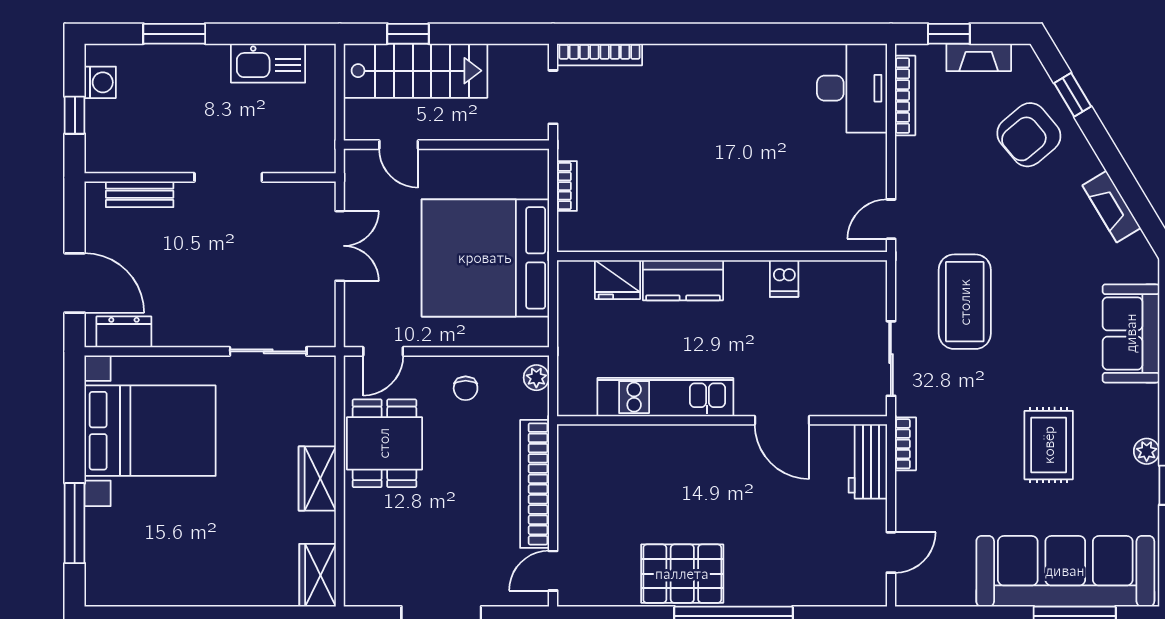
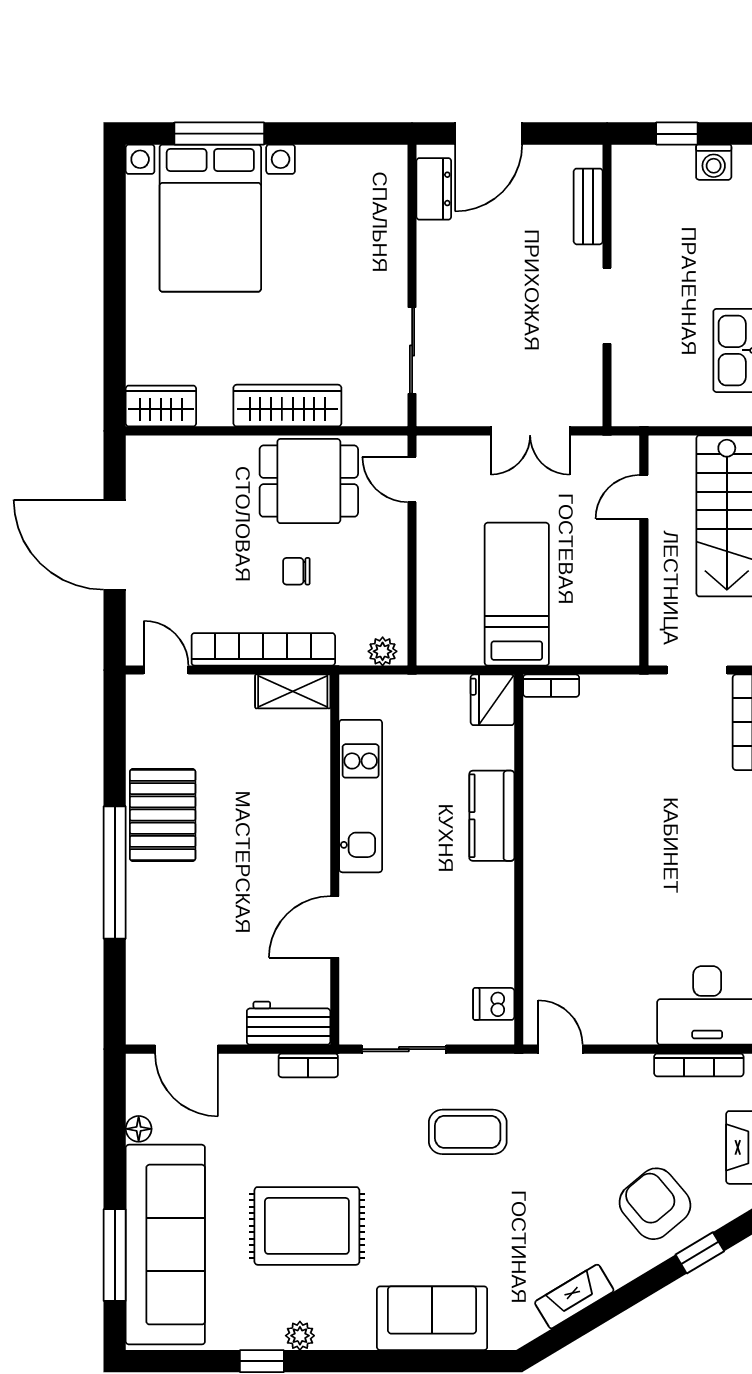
bookcase: (567, 186) -> (551, 686), moved
bed: (485, 258) -> (517, 594), width x0.49
dishwasher: (784, 279) -> (494, 1004), moved
fridge: (618, 280) -> (492, 700), moved
coffee table: (965, 302) -> (468, 1132), width x0.73, depth x0.76
chair: (466, 388) -> (296, 571), moved
bed with nightstands: (150, 431) -> (210, 218), moved
rug: (1049, 445) -> (307, 1226), width x1.36, depth x1.43
shelving: (572, 458) -> (293, 691), added
wardrobe: (317, 478) -> (287, 406), width x1.50
door: (891, 552) -> (186, 1049), width x1.38
floor lamp: (962, 595) -> (139, 1129), added

